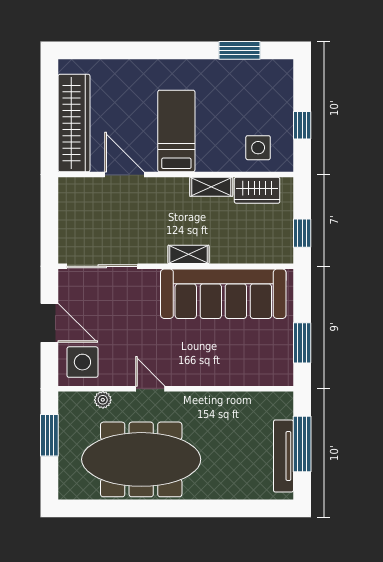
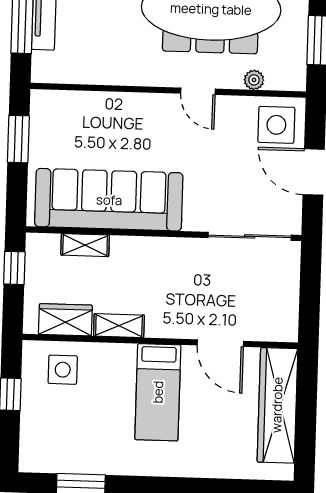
shelving: (188, 254) -> (85, 245), moved

